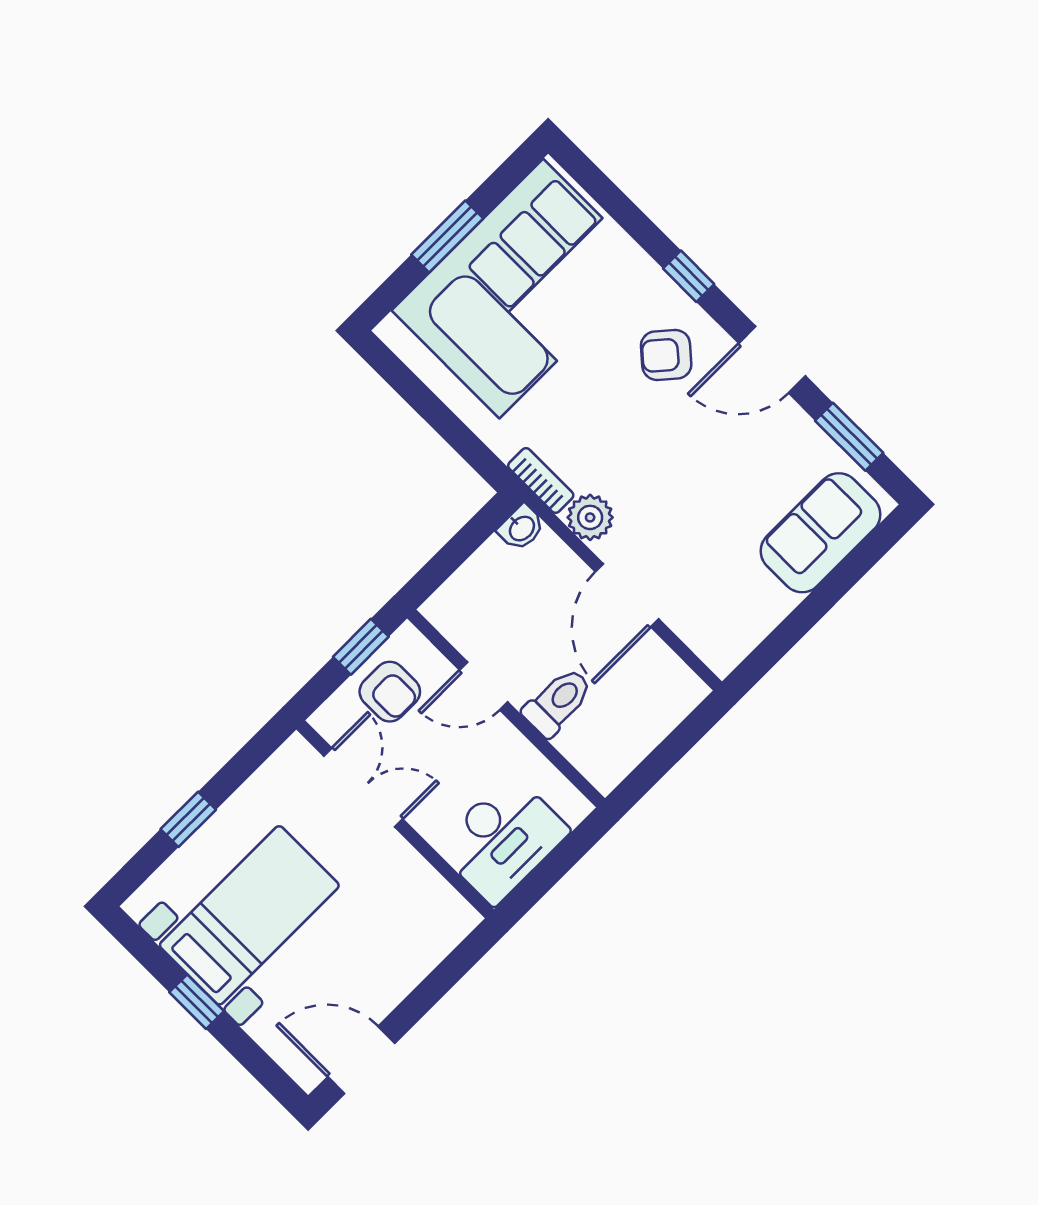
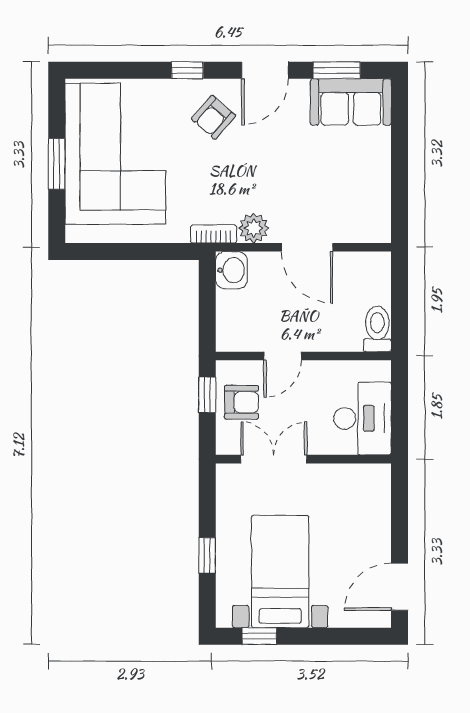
washbasin: (521, 528) -> (231, 270), width x1.38, depth x1.45
sofa: (820, 533) -> (351, 102), moved, turned -90
toilet: (558, 702) -> (377, 329), moved
window: (197, 1002) -> (259, 636), moved

